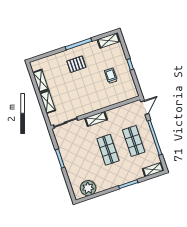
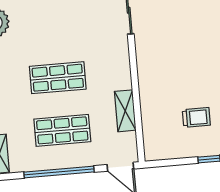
shelving: (96, 119) -> (125, 111), moved

